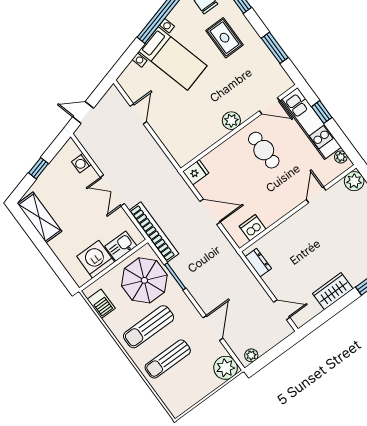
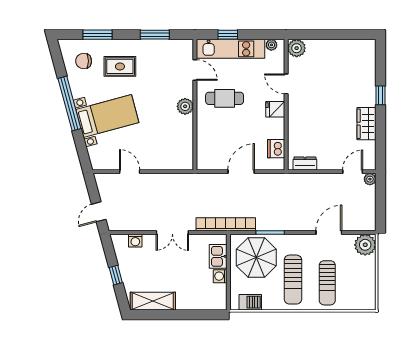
door: (269, 106) -> (195, 70), hinge flipped
fridge: (196, 172) -> (275, 109), moved, turned -90
washing machine: (96, 259) -> (220, 276), width x0.53, depth x0.53
door: (213, 328) -> (329, 233), hinge flipped
plant: (251, 355) -> (370, 179), moved

